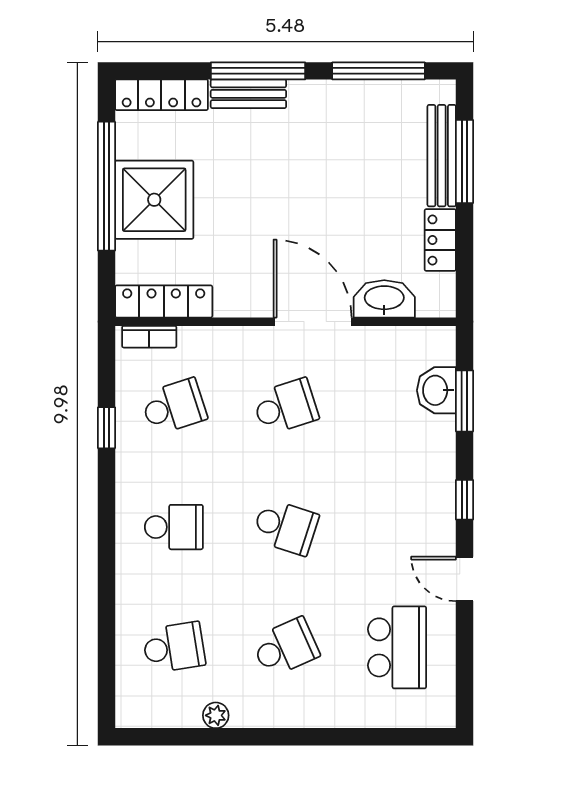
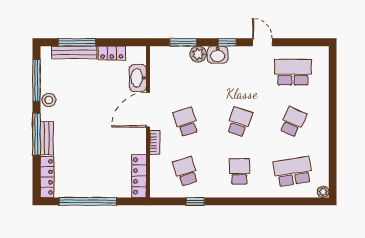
stool: (335, 99) -> (49, 100), added
shower: (154, 200) -> (94, 180), removed
bookcase: (149, 337) -> (155, 143), moved
washbasin: (436, 390) -> (218, 55), moved
plant: (438, 434) -> (198, 54), added
door: (464, 579) -> (262, 42), swing flipped
school desk: (174, 647) -> (293, 171), width x1.85
school desk: (285, 647) -> (293, 122), turned 48
plant: (216, 715) -> (323, 192), moved

